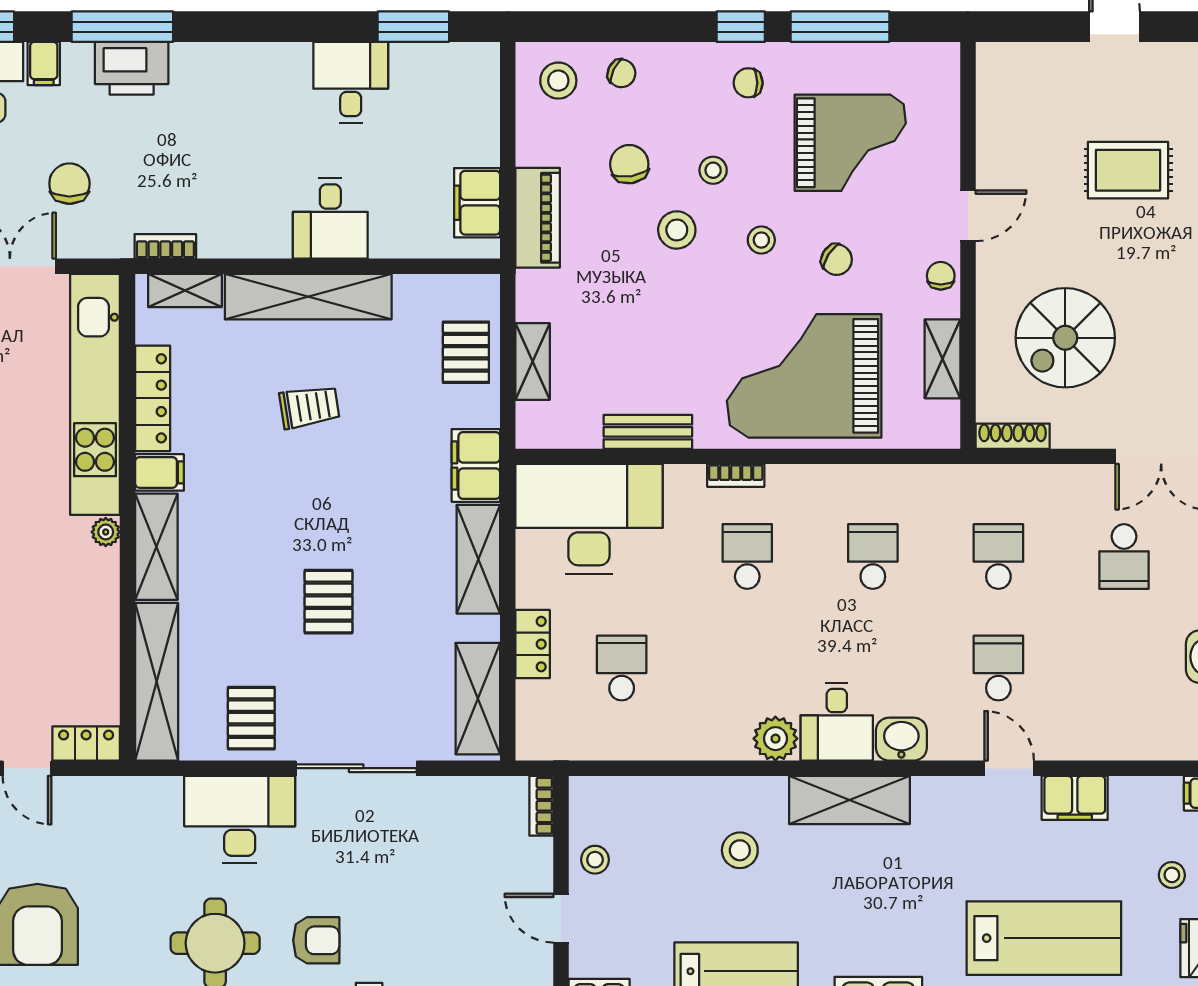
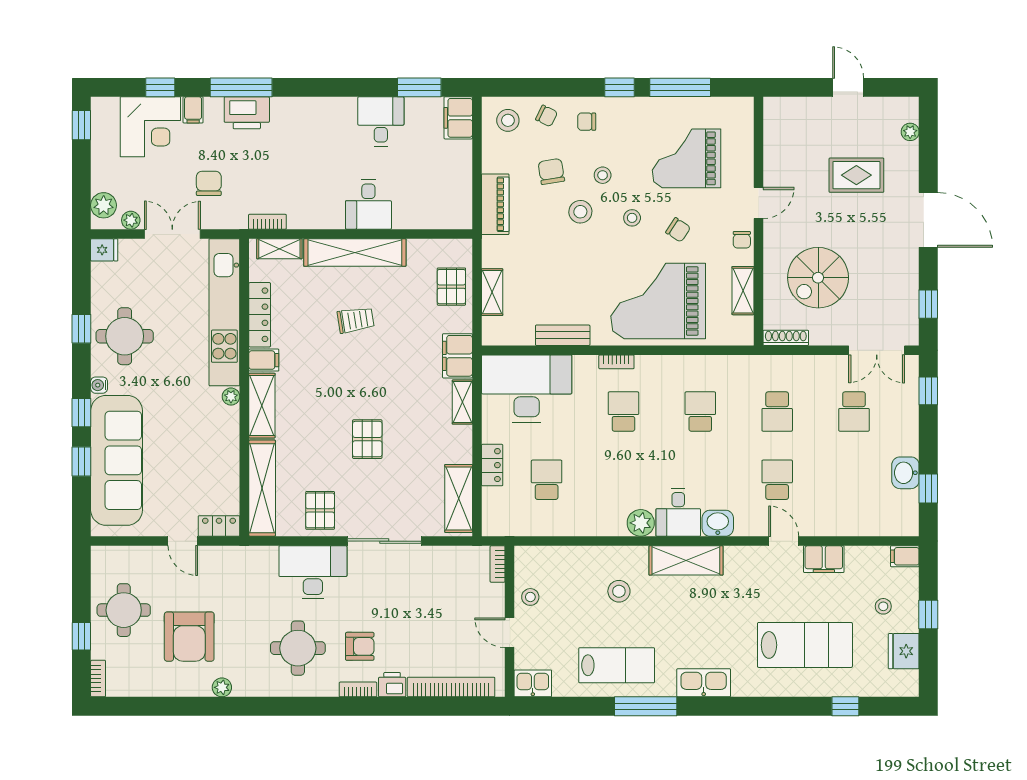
chair: (748, 83) -> (587, 122), moved
grand piano: (850, 143) -> (686, 158), turned 180
filing cabinet: (477, 203) -> (458, 118), moved
chair: (941, 276) -> (742, 240), turned 180
school desk: (998, 557) -> (777, 412), turned 180
shelving: (478, 559) -> (462, 402), width x0.67, depth x0.75

